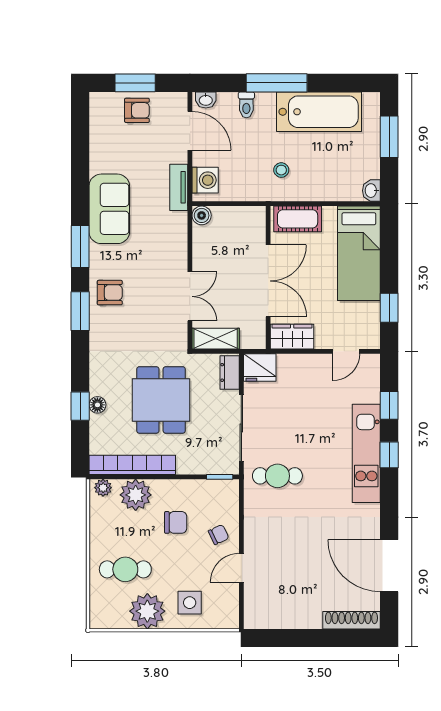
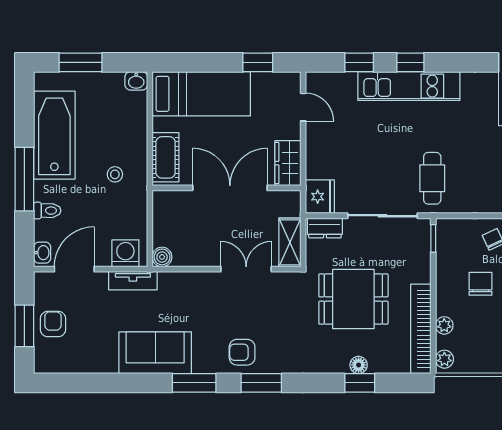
armchair: (110, 293) -> (242, 352), turned -90
plant: (136, 495) -> (444, 325), width x0.53, depth x0.53

